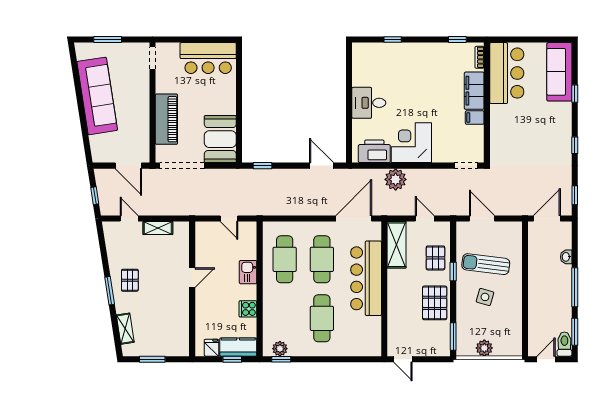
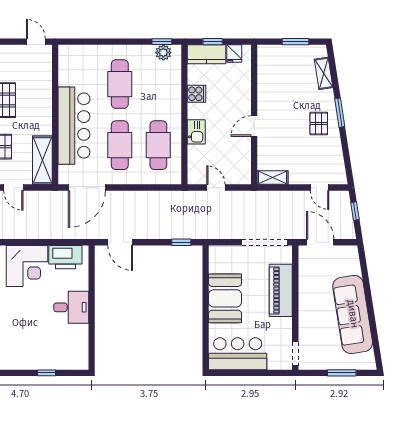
booth: (220, 139) -> (225, 298), moved
plant: (396, 179) -> (43, 228), removed
shelving: (158, 228) -> (273, 178), moved

